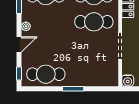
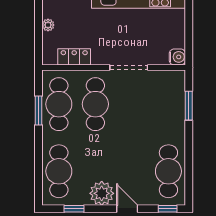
plant: (26, 26) -> (102, 193), width x1.88, depth x1.88
window: (73, 89) -> (189, 106), moved

